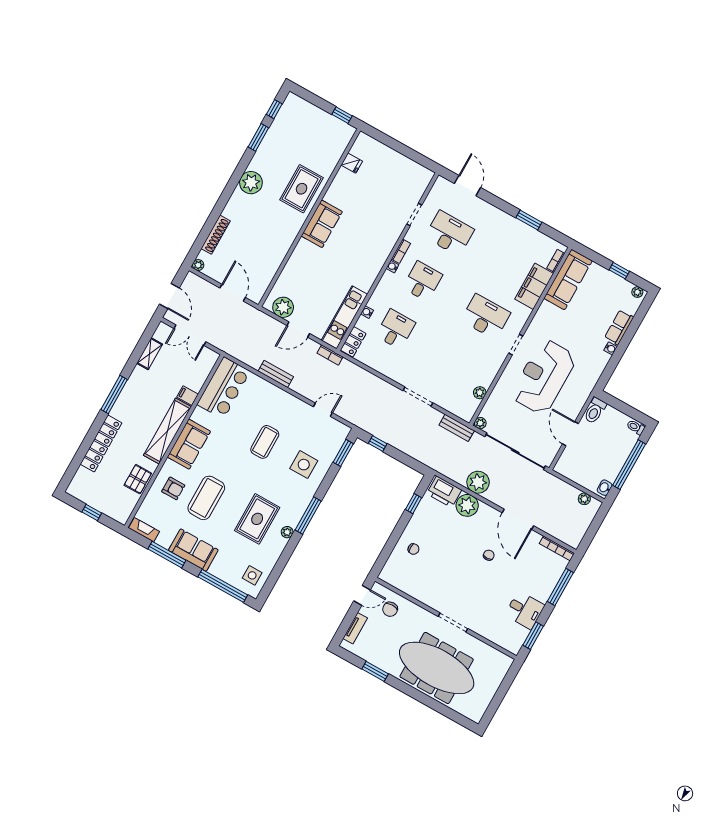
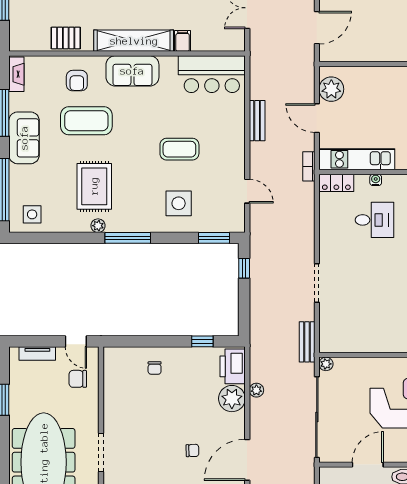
plant: (480, 393) -> (357, 345), removed
plant: (478, 482) -> (256, 390), width x0.53, depth x0.53
rug: (257, 519) -> (94, 186), turned 90

